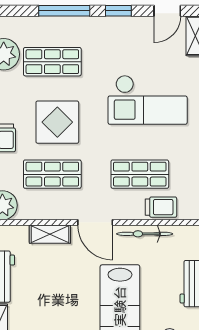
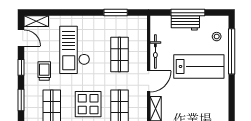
window: (64, 11) -> (21, 100), width x0.69
checkout: (148, 100) -> (75, 50), turned 180
trolley: (161, 207) -> (44, 71), moved

